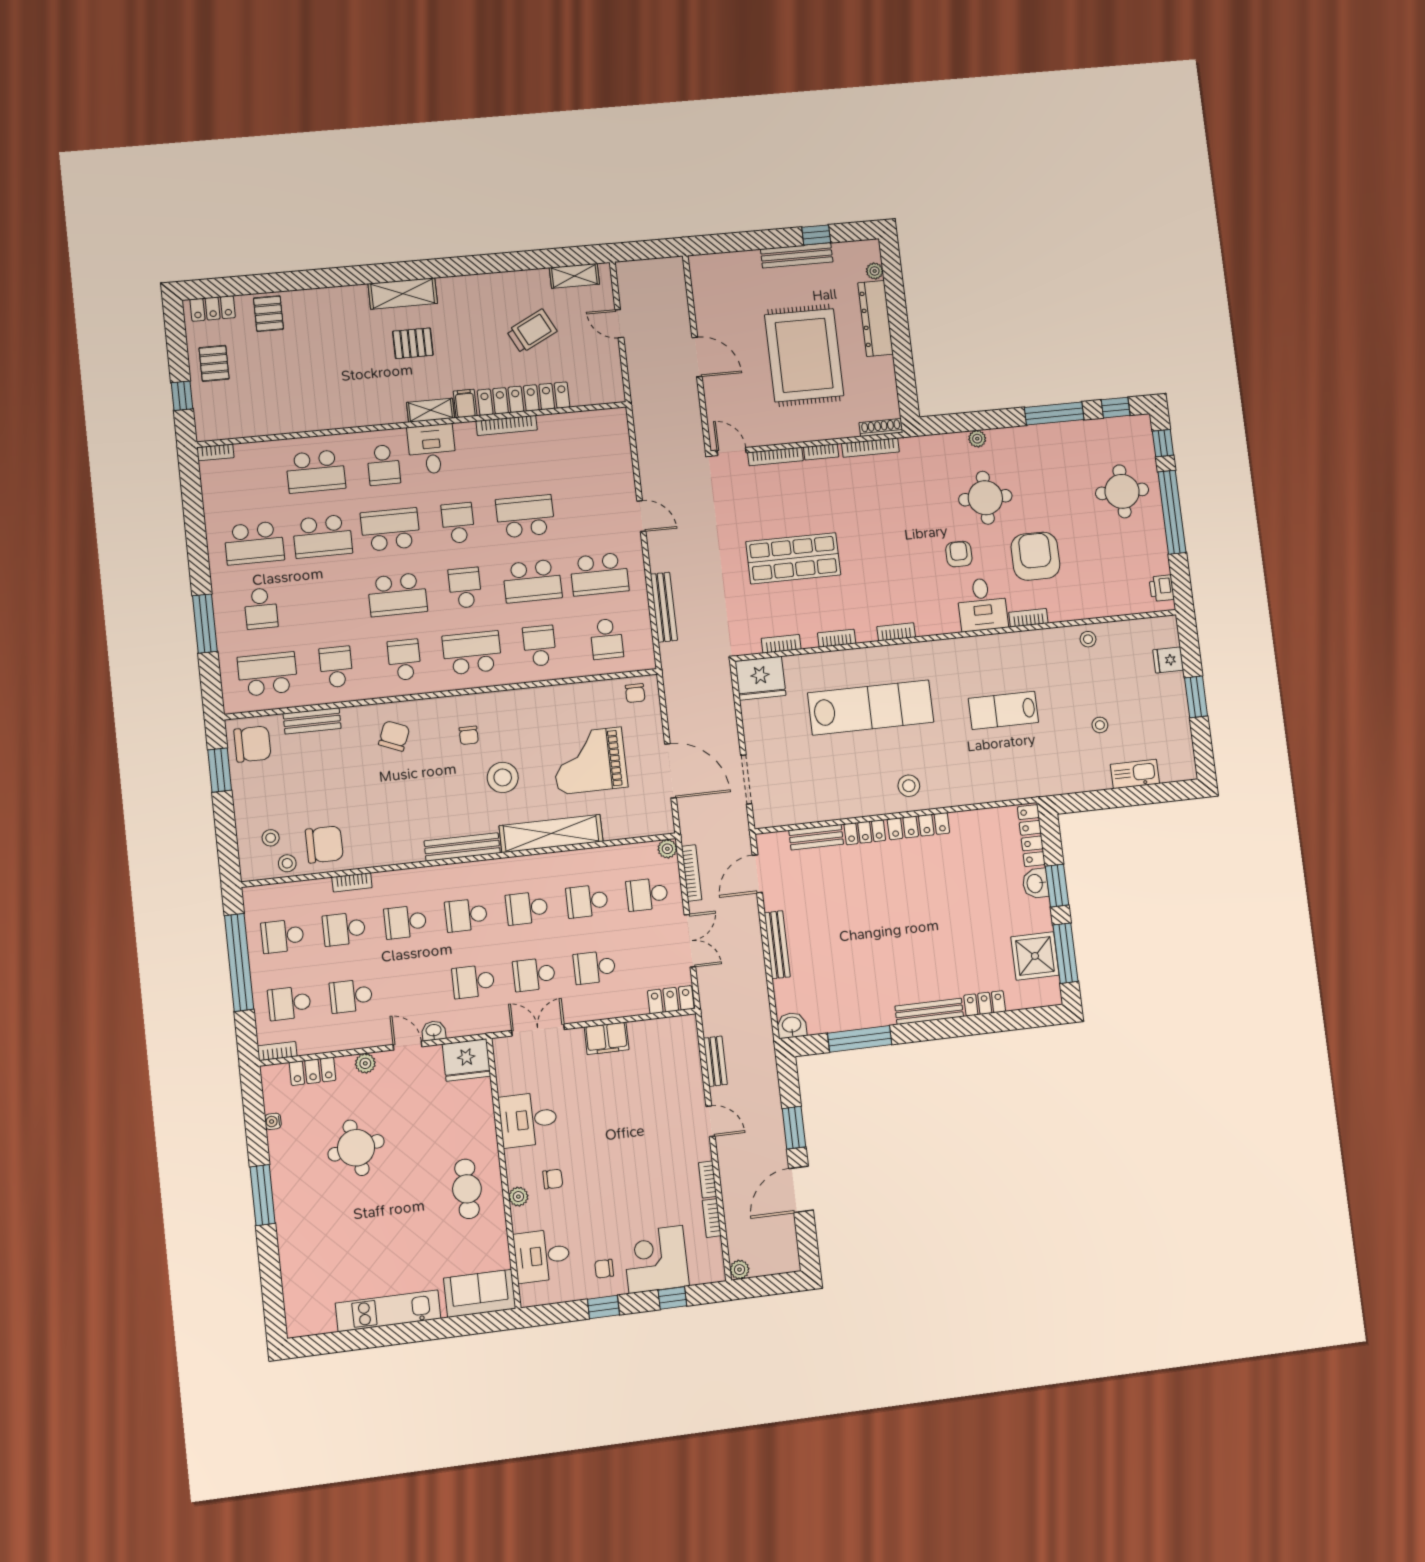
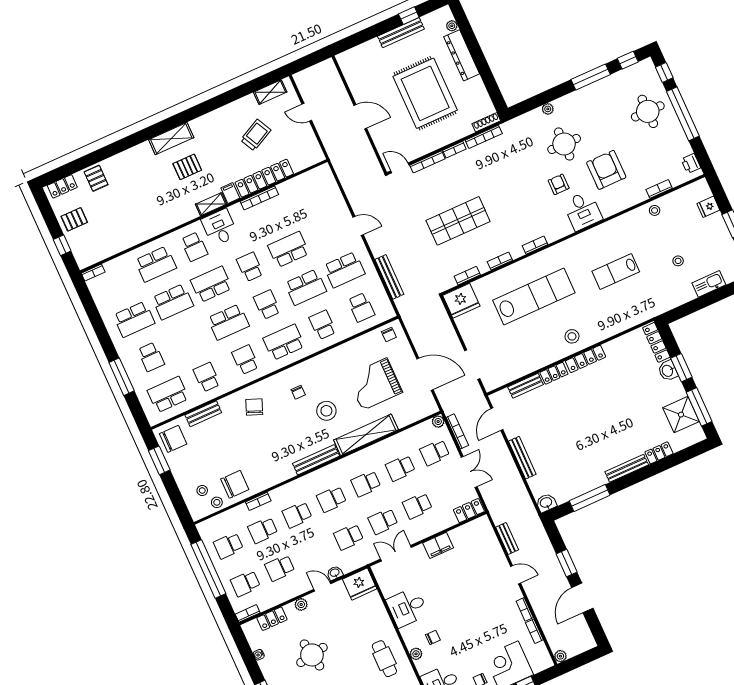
pallet: (214, 363) -> (74, 219), turned 90
bookcase: (1028, 618) -> (659, 189), moved

